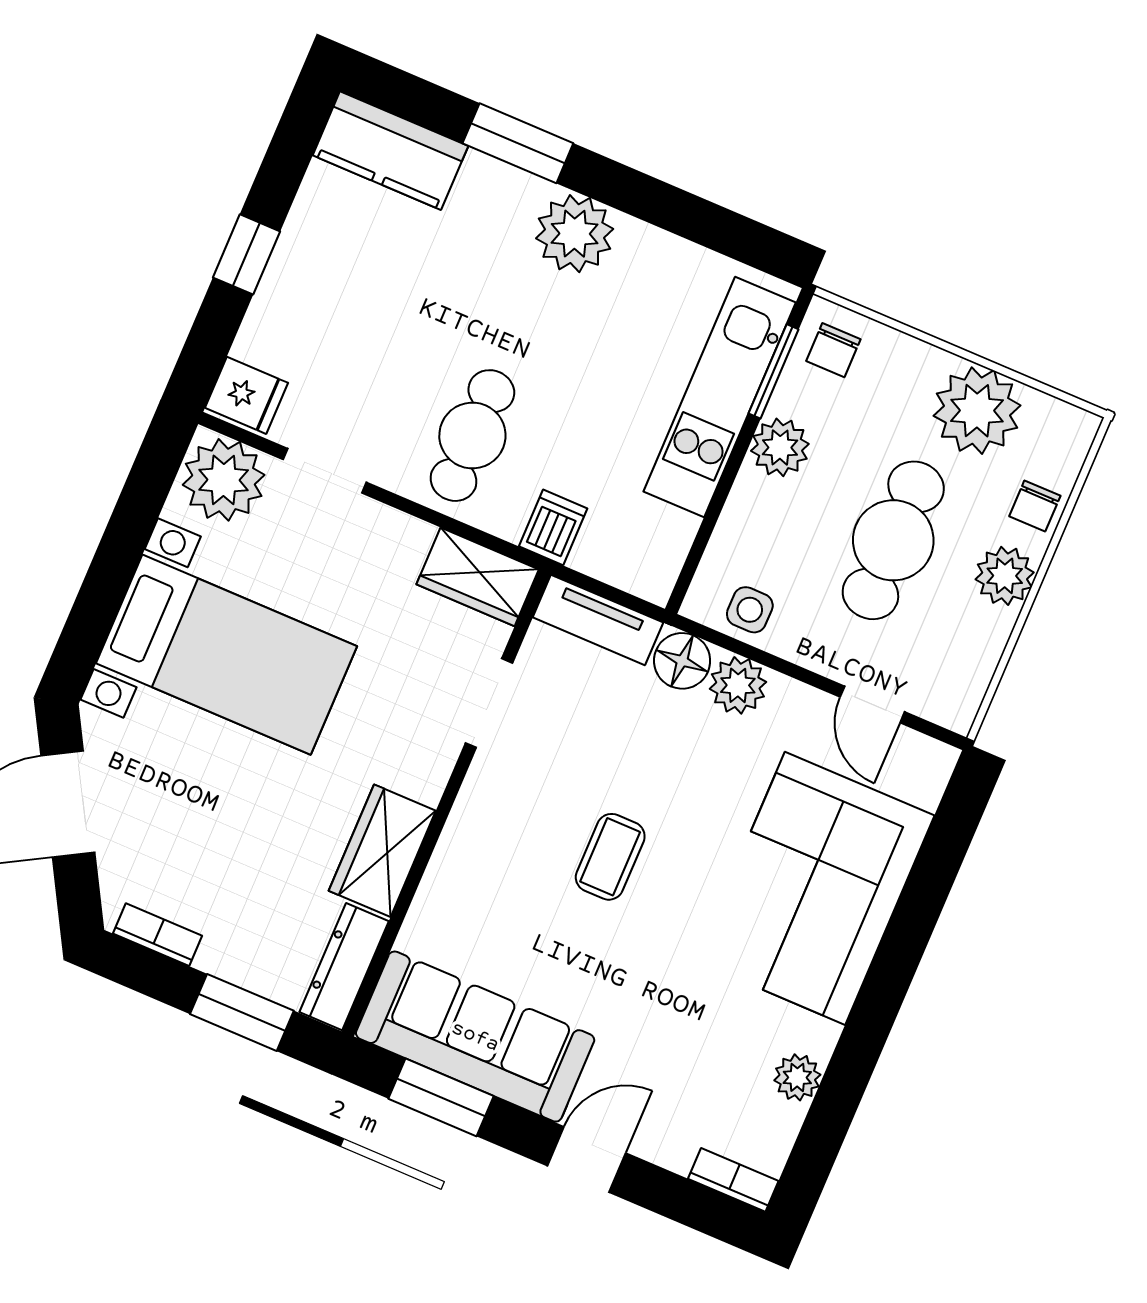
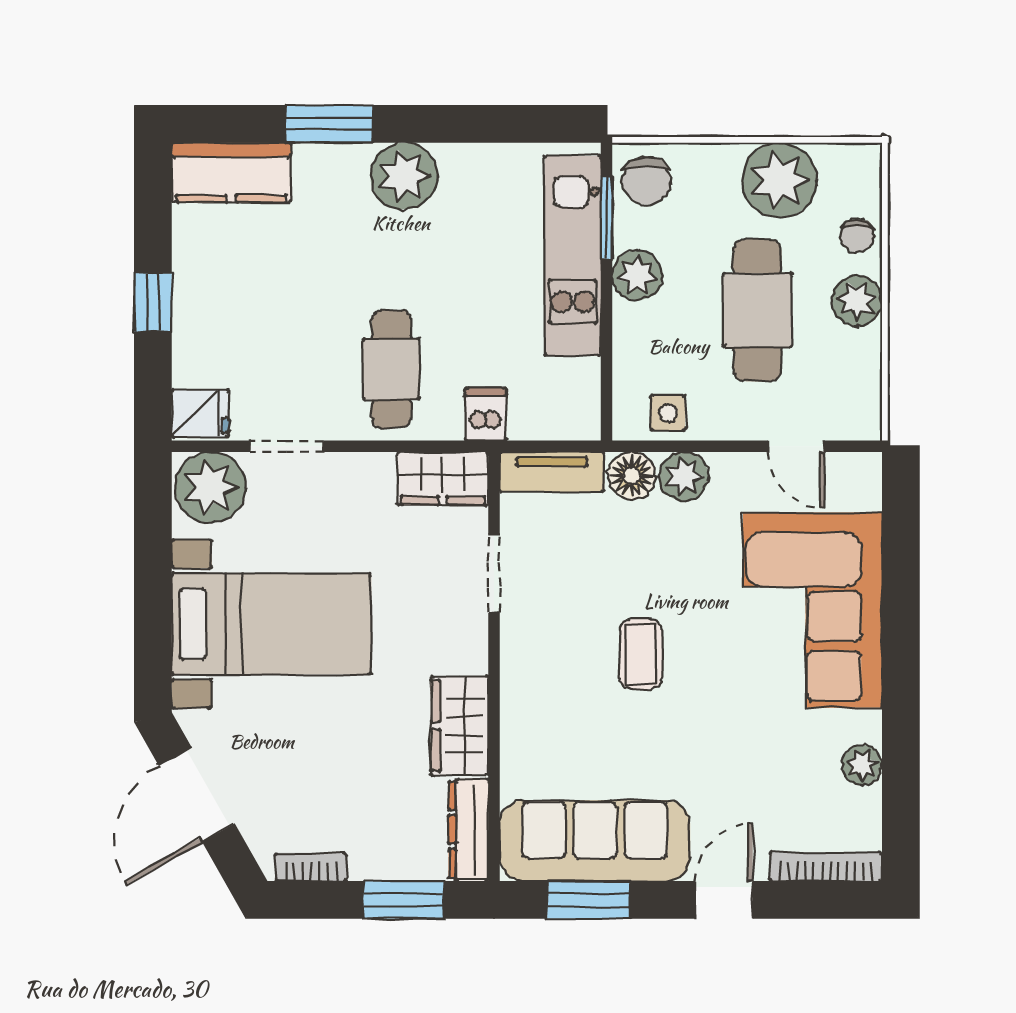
chair: (833, 350) -> (646, 181), width x1.37, depth x1.37
bookcase: (733, 1180) -> (826, 867), width x1.56

